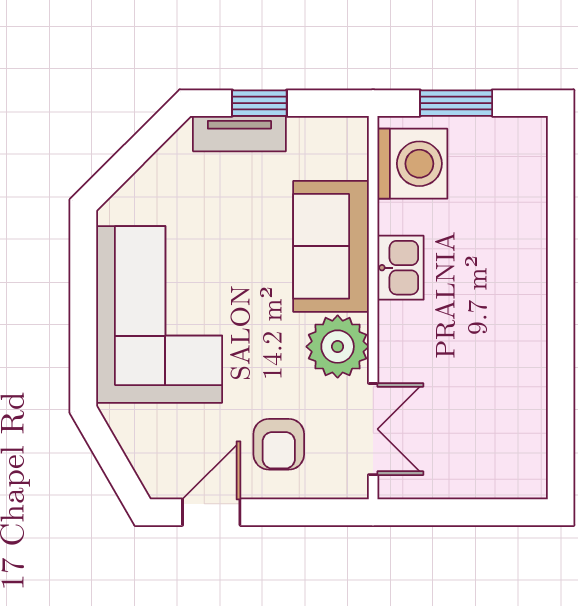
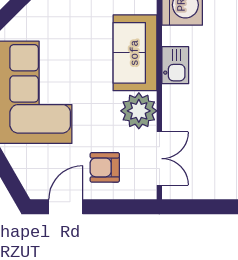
armchair: (279, 444) -> (105, 167), turned 90

